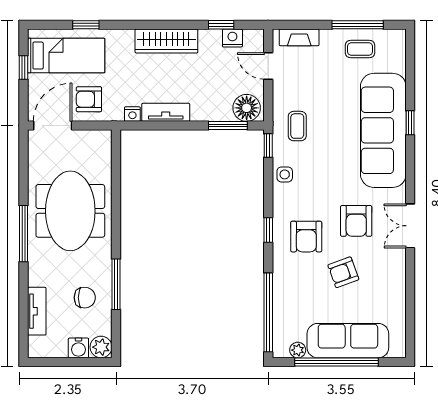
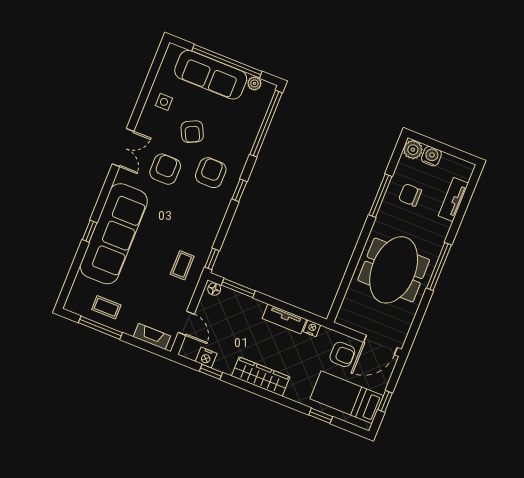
floor lamp: (247, 108) -> (214, 289), width x0.53, depth x0.53
side table: (285, 174) -> (164, 102), moved
armchair: (343, 272) -> (192, 132), turned 84

